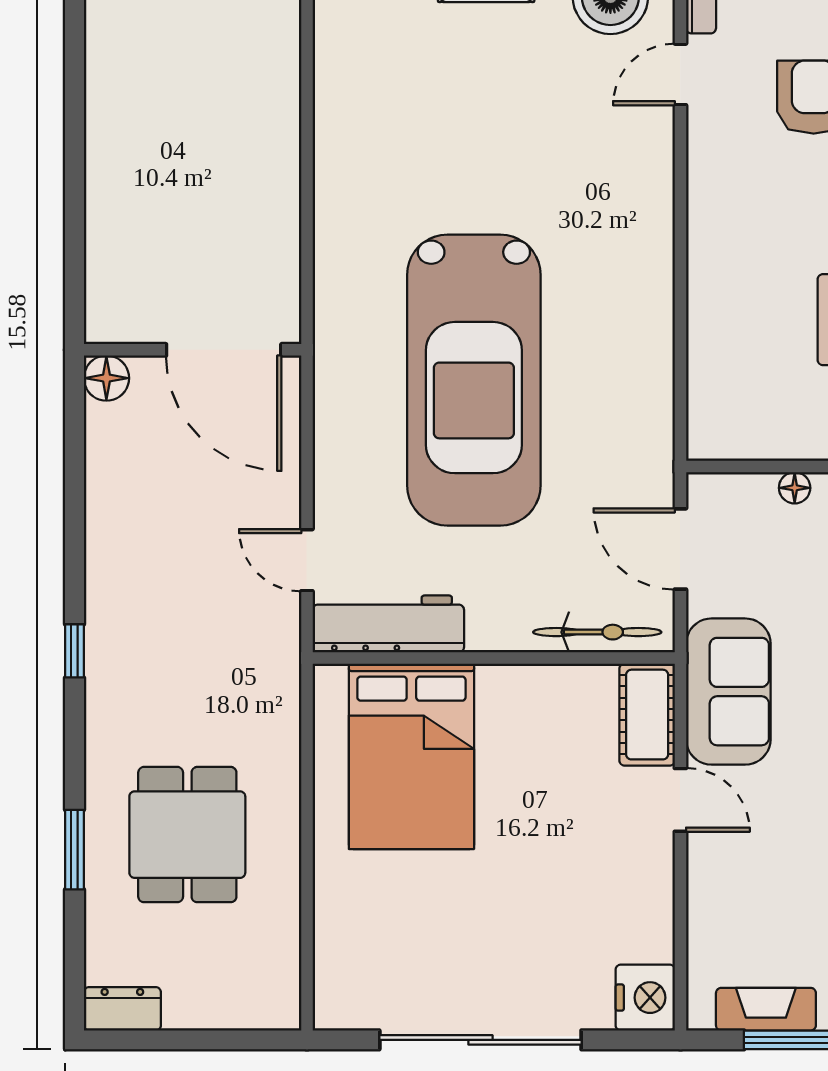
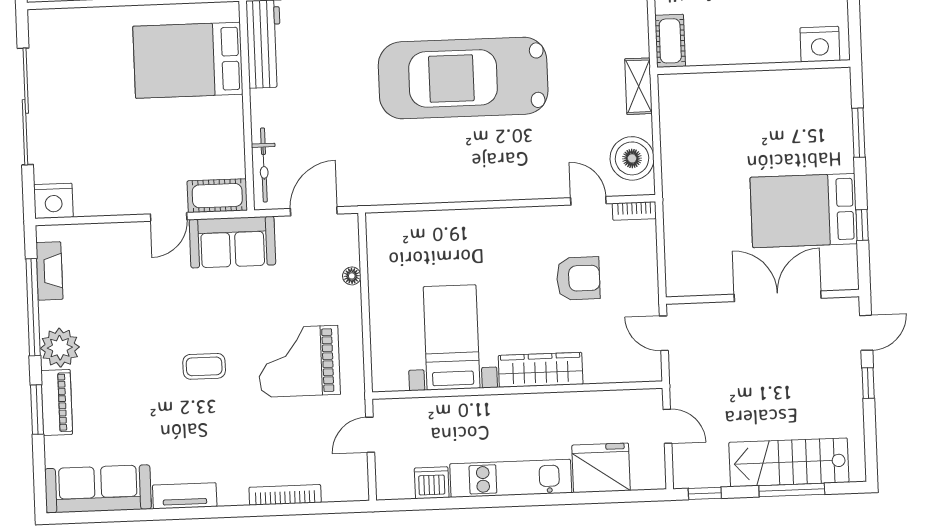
car: (474, 380) -> (463, 78), moved

